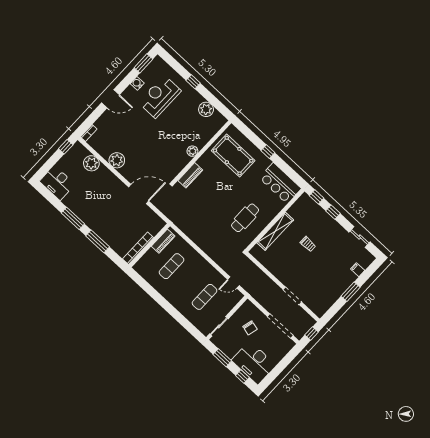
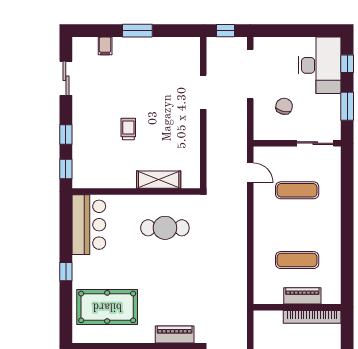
pool table: (233, 156) -> (107, 307), turned 90
shelving: (275, 231) -> (159, 180), width x0.68
piano: (163, 241) -> (302, 296), moved

